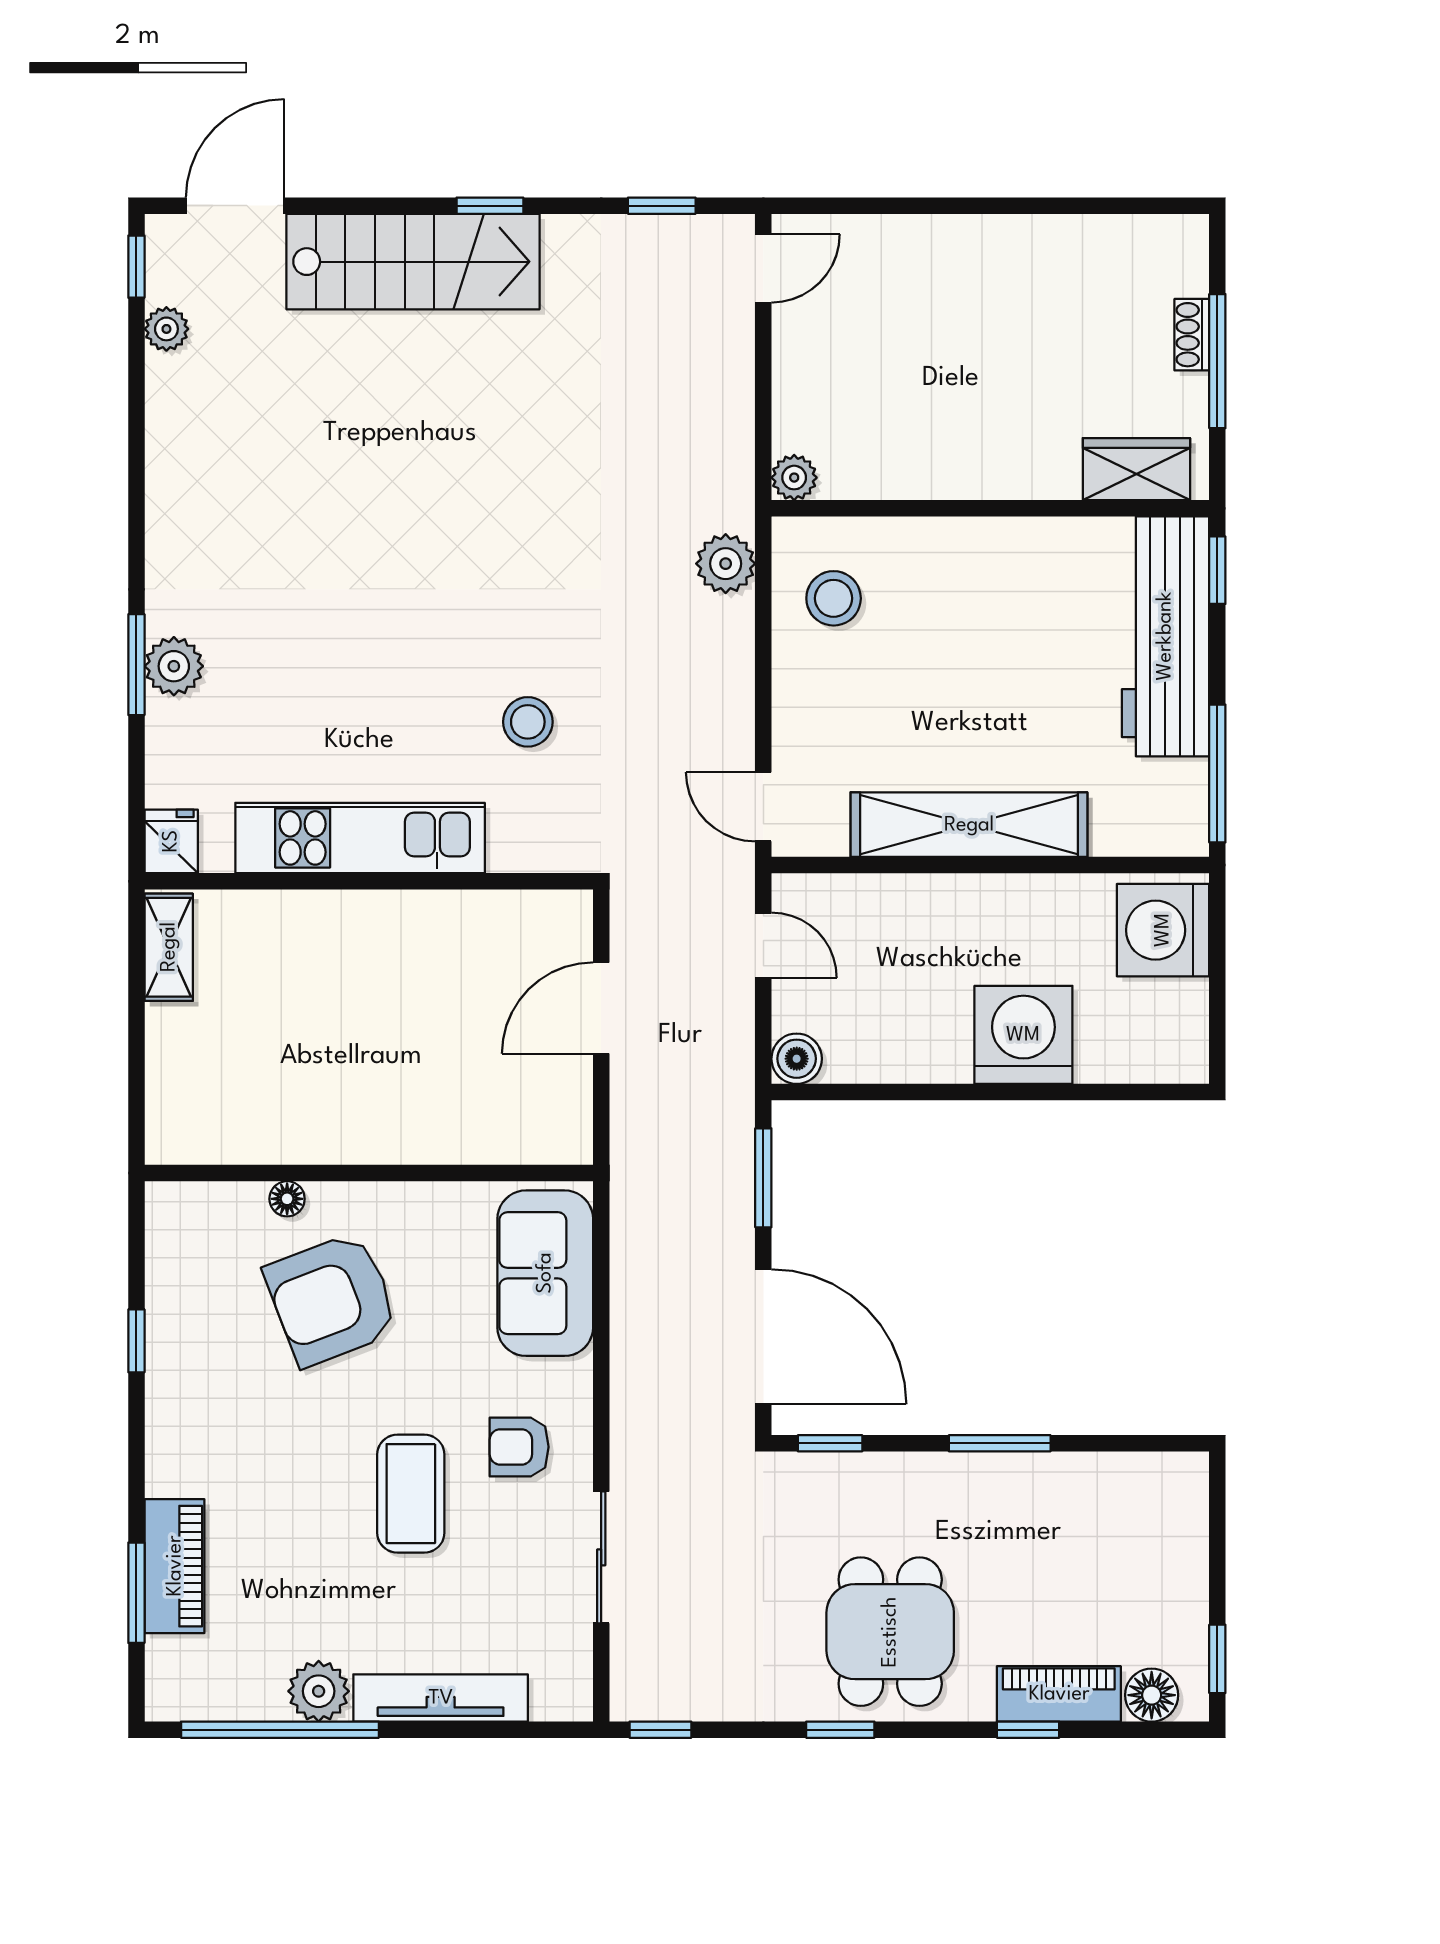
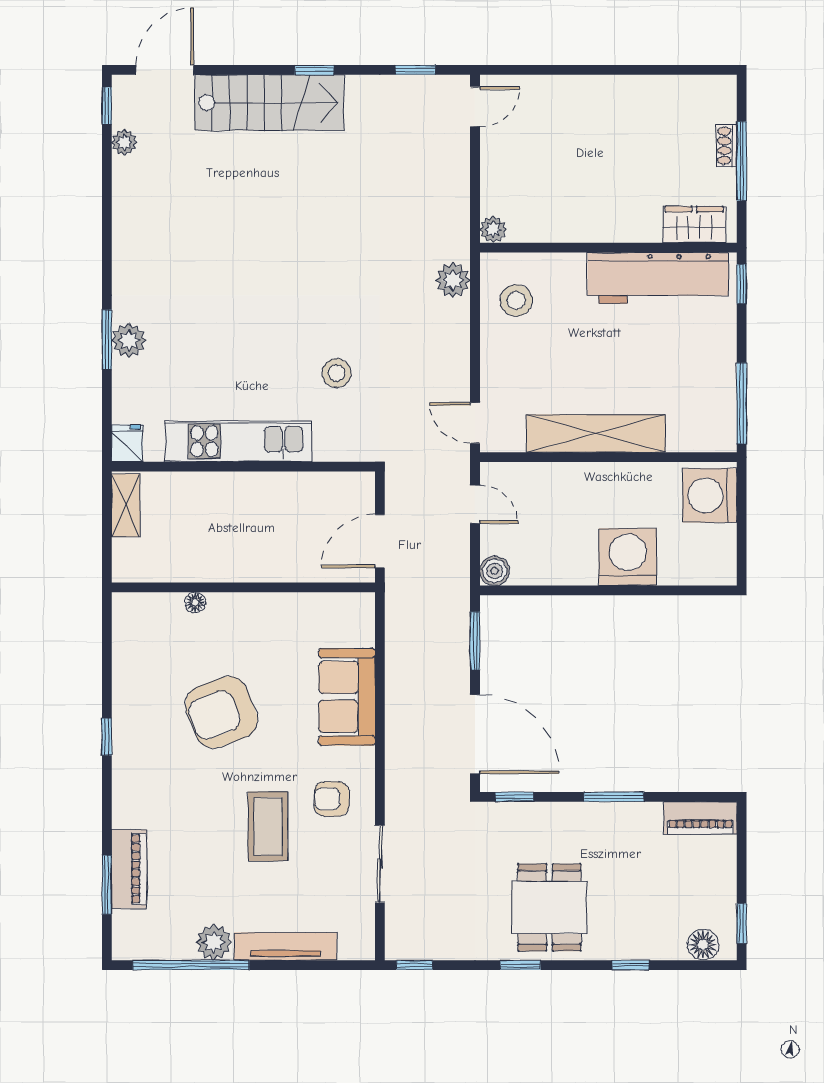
workbench: (1165, 636) -> (658, 278), moved, turned -90
wall: (369, 1173) -> (243, 587), moved
floor lamp: (287, 1199) -> (195, 602), moved
piano: (1059, 1694) -> (700, 818), moved, turned 180

